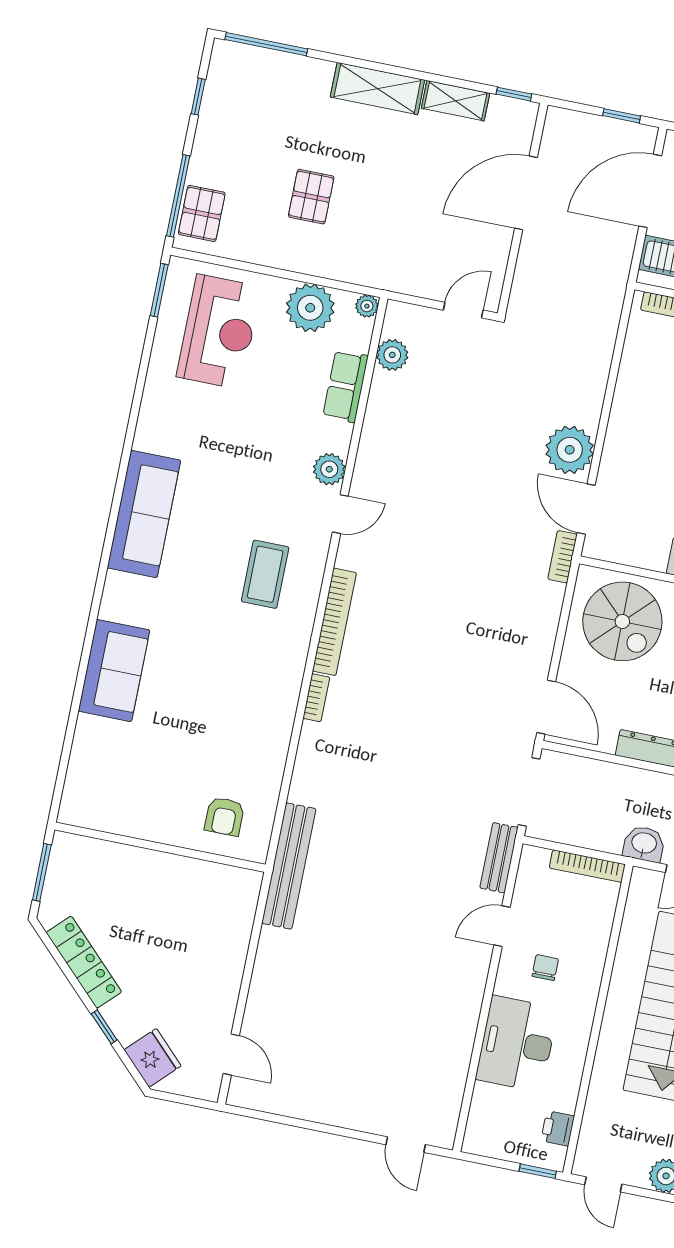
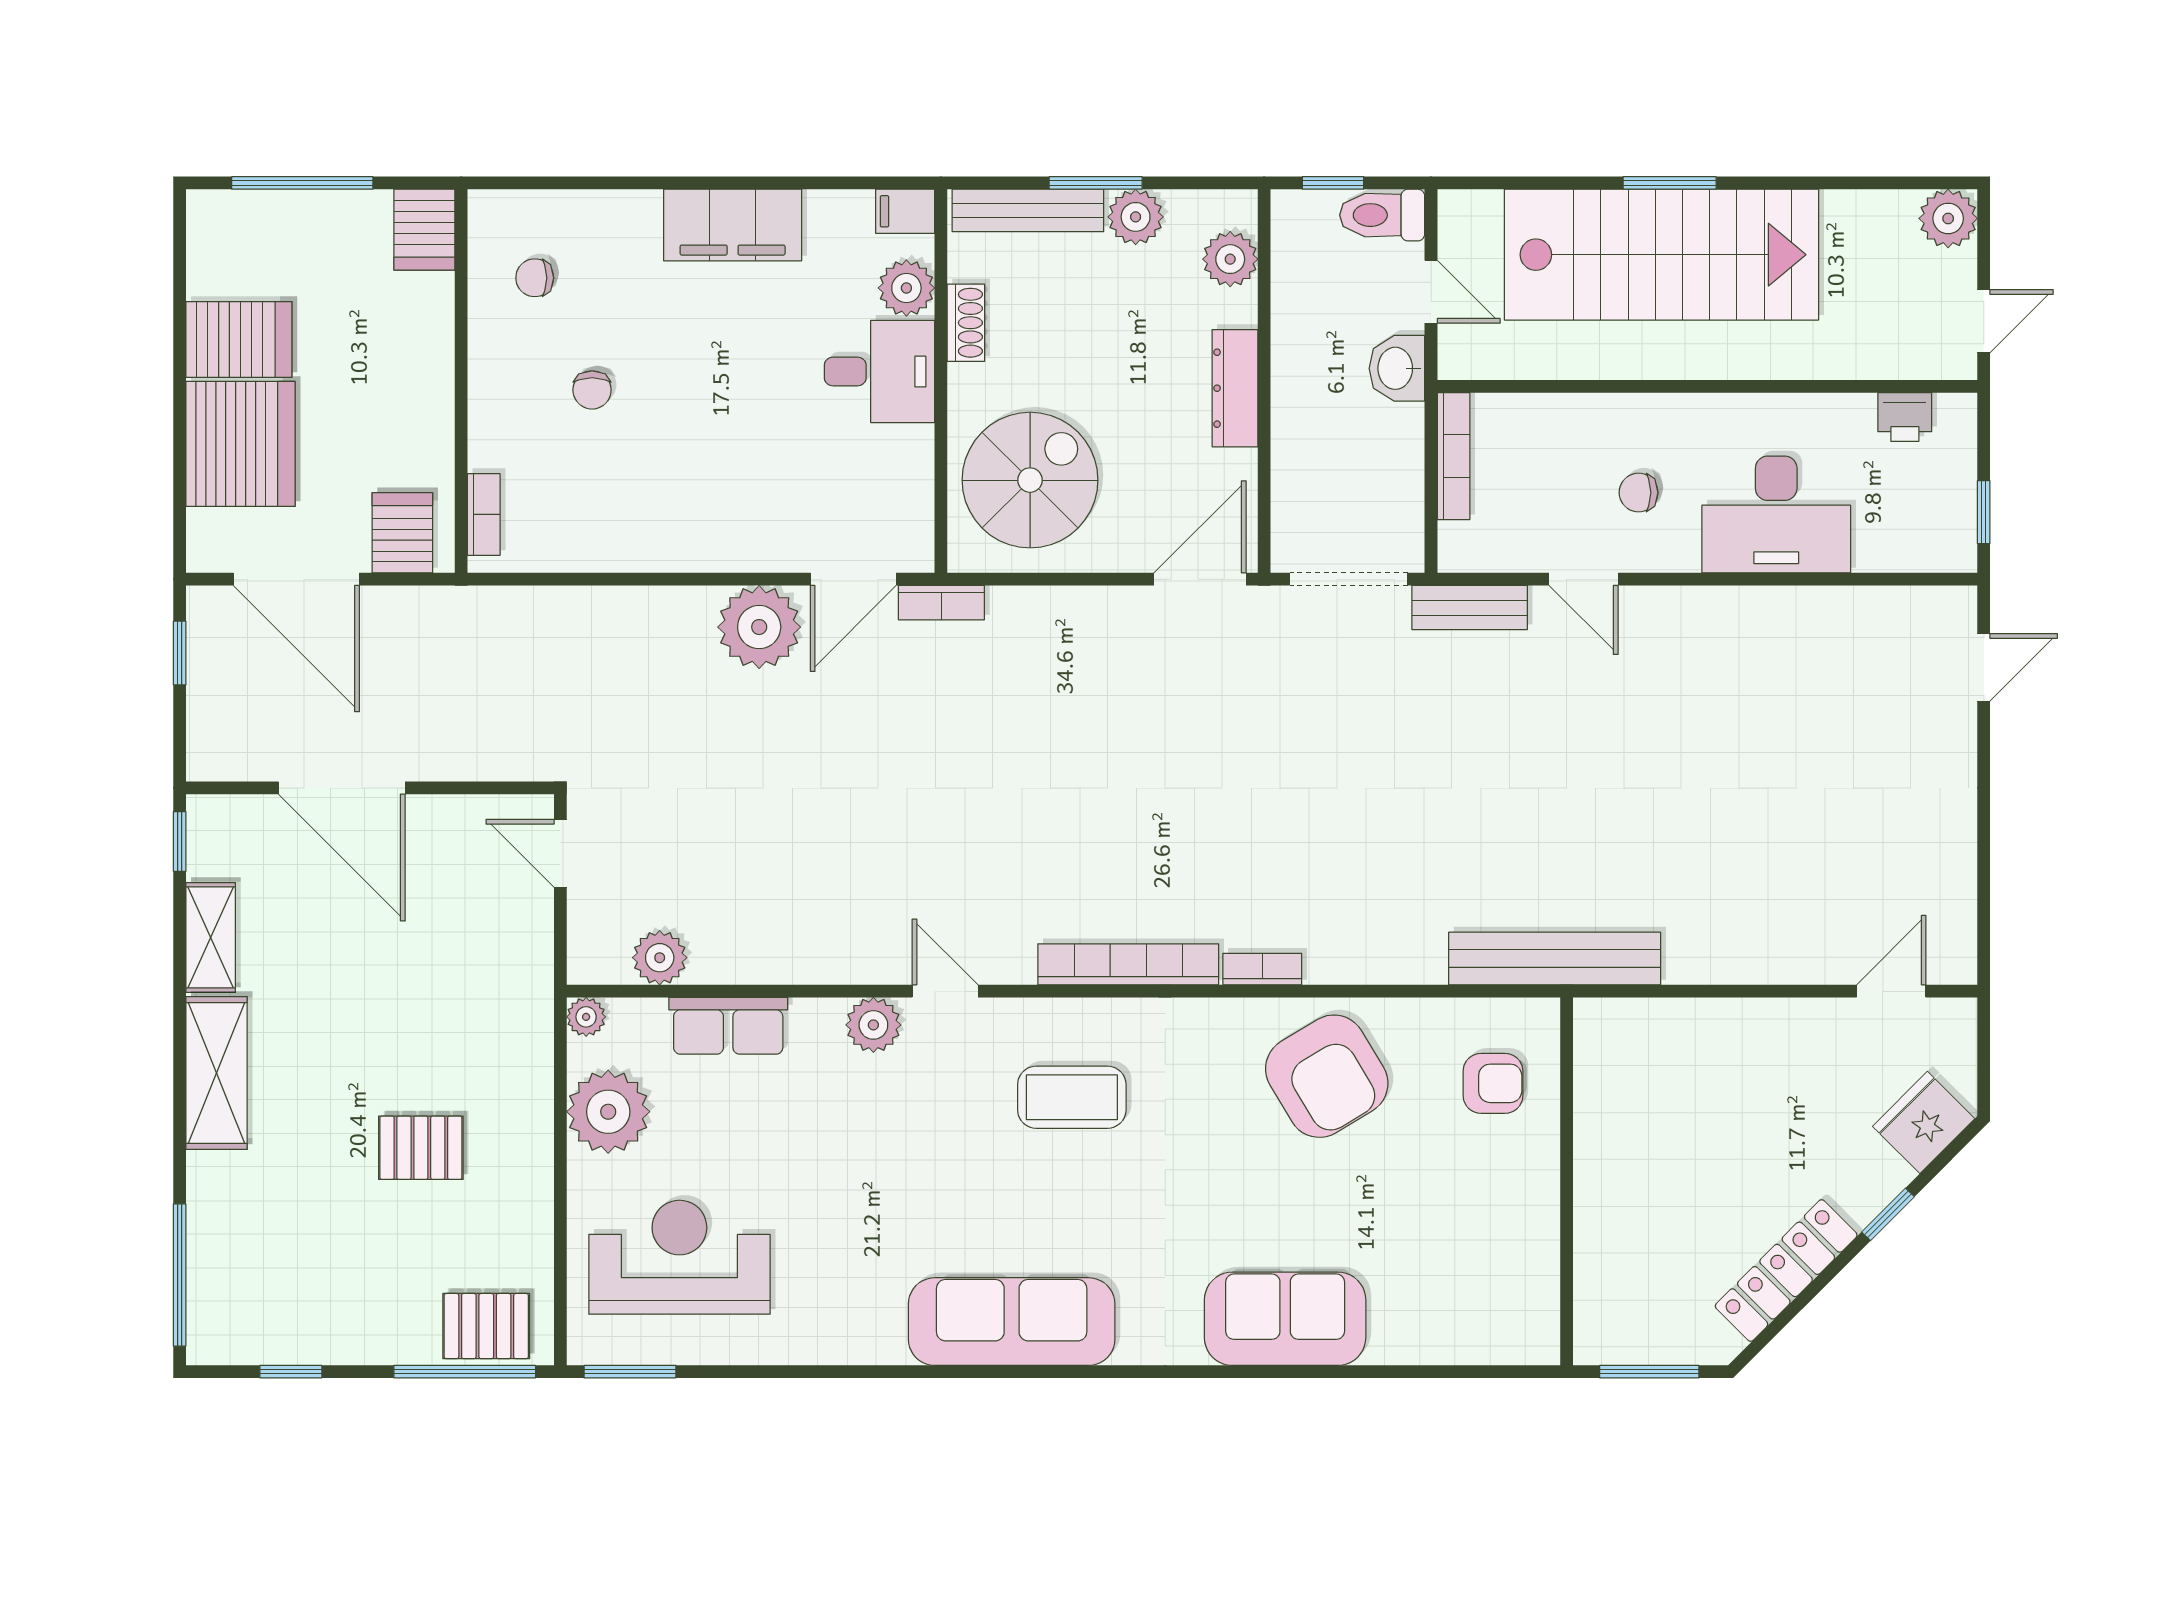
armchair: (248, 722) -> (1327, 1076), added
window: (538, 1171) -> (1984, 512), moved

